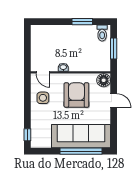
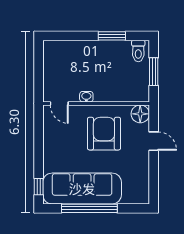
side table: (43, 98) -> (59, 137), removed
sofa: (81, 136) -> (82, 189), moved
window: (81, 151) -> (89, 208), moved

